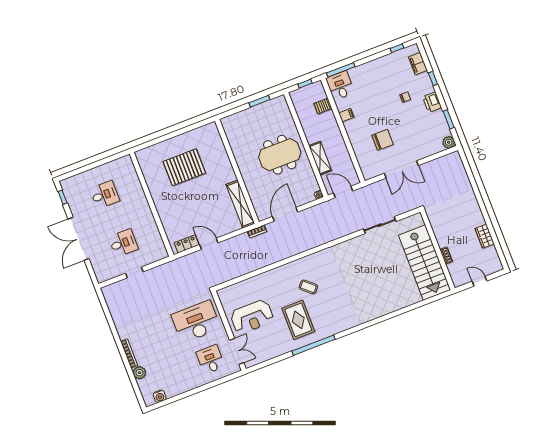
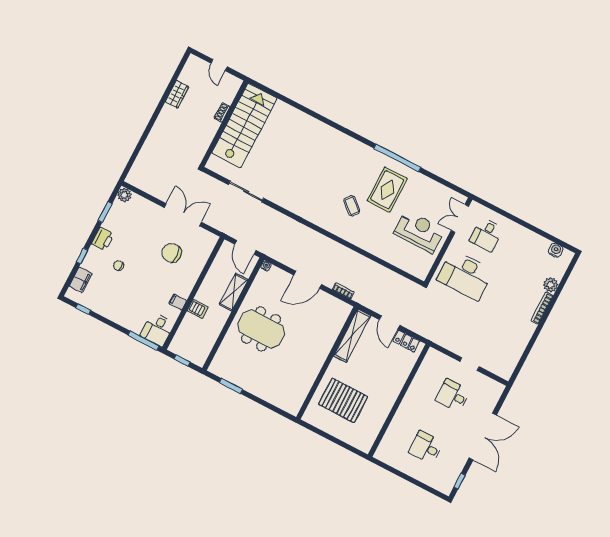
server rack: (323, 106) -> (198, 309), moved
wall: (237, 171) -> (327, 363), moved
shelving: (240, 204) -> (352, 336), moved

